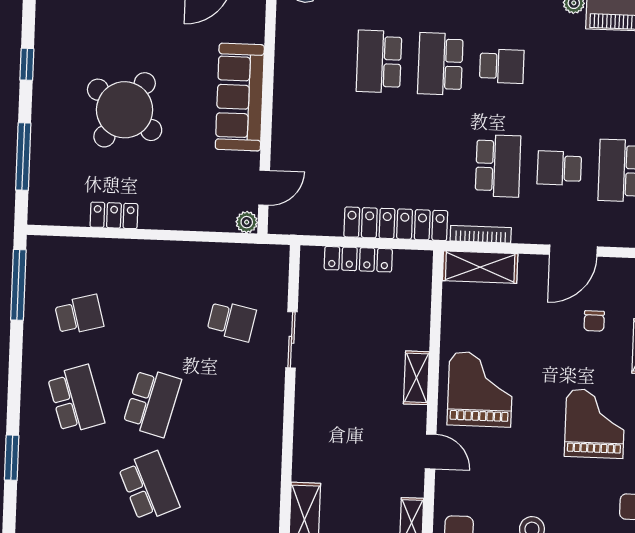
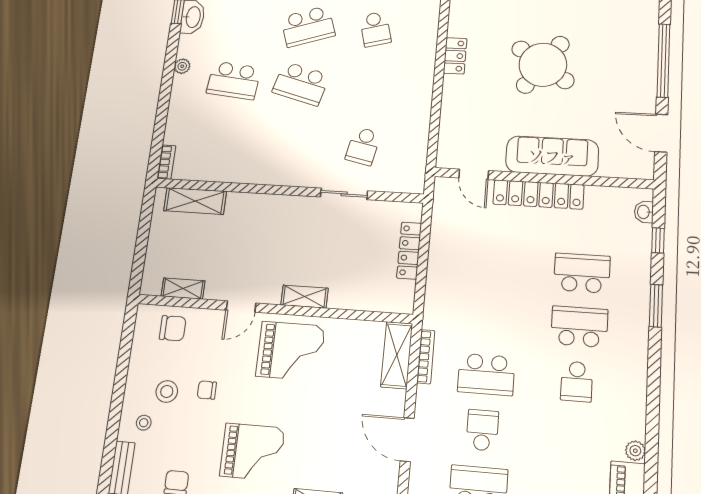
plant: (247, 222) -> (445, 160), removed
locker: (396, 224) -> (538, 194), moved, turned 90
chair: (594, 321) -> (207, 390), moved
school desk: (149, 487) -> (234, 80), turned 30

